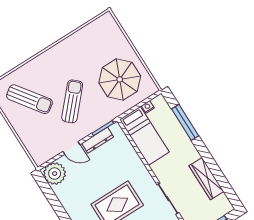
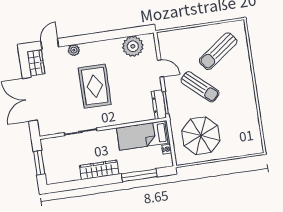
dresser: (98, 140) -> (159, 105), moved
door: (71, 148) -> (160, 68), swing flipped
plant: (55, 174) -> (133, 46), moved
wardrobe: (206, 179) -> (99, 170), moved

